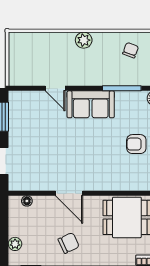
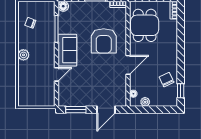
armchair: (136, 144) -> (104, 41), moved, width x1.88, depth x1.88
chair: (69, 243) -> (167, 80), moved
plant: (15, 244) -> (145, 102), moved

